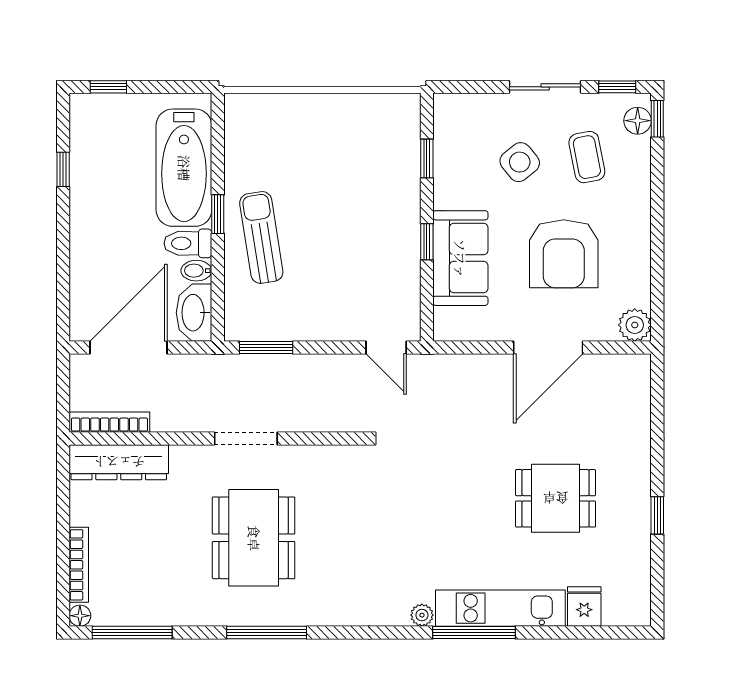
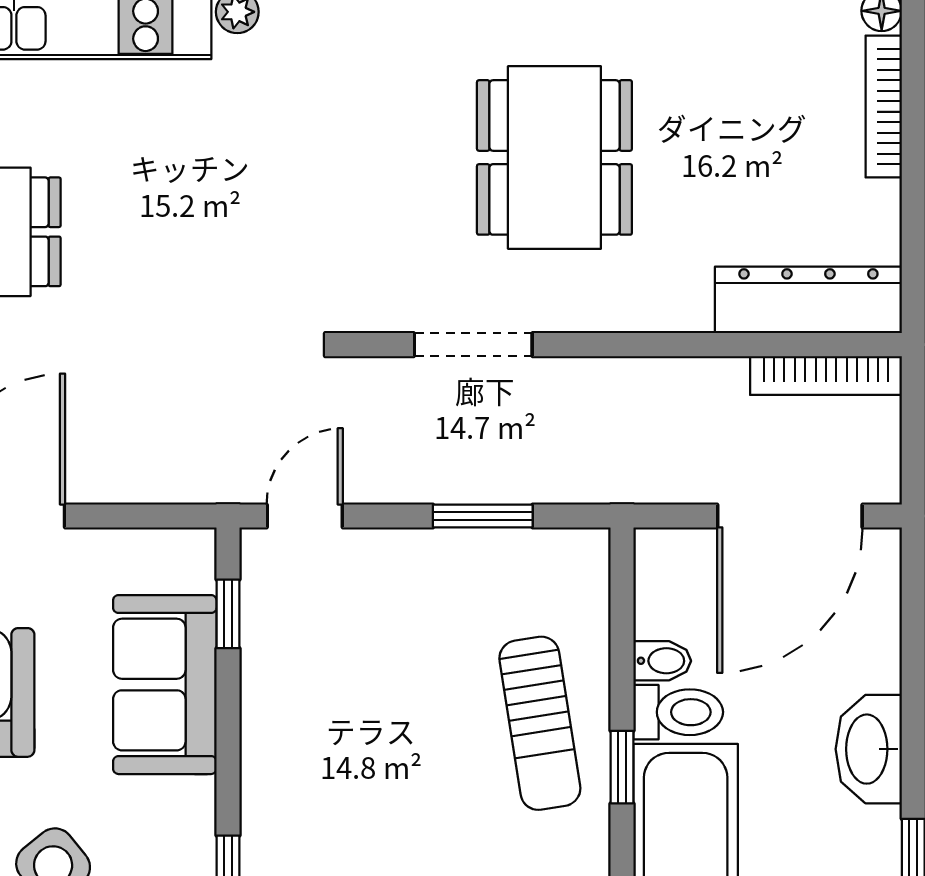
window: (427, 242) -> (228, 614), moved
washbasin: (194, 313) -> (869, 749), moved, turned 180
window: (266, 348) -> (483, 516), moved
door: (386, 348) -> (305, 516), hinge flipped
doorway: (246, 438) -> (473, 345), moved

